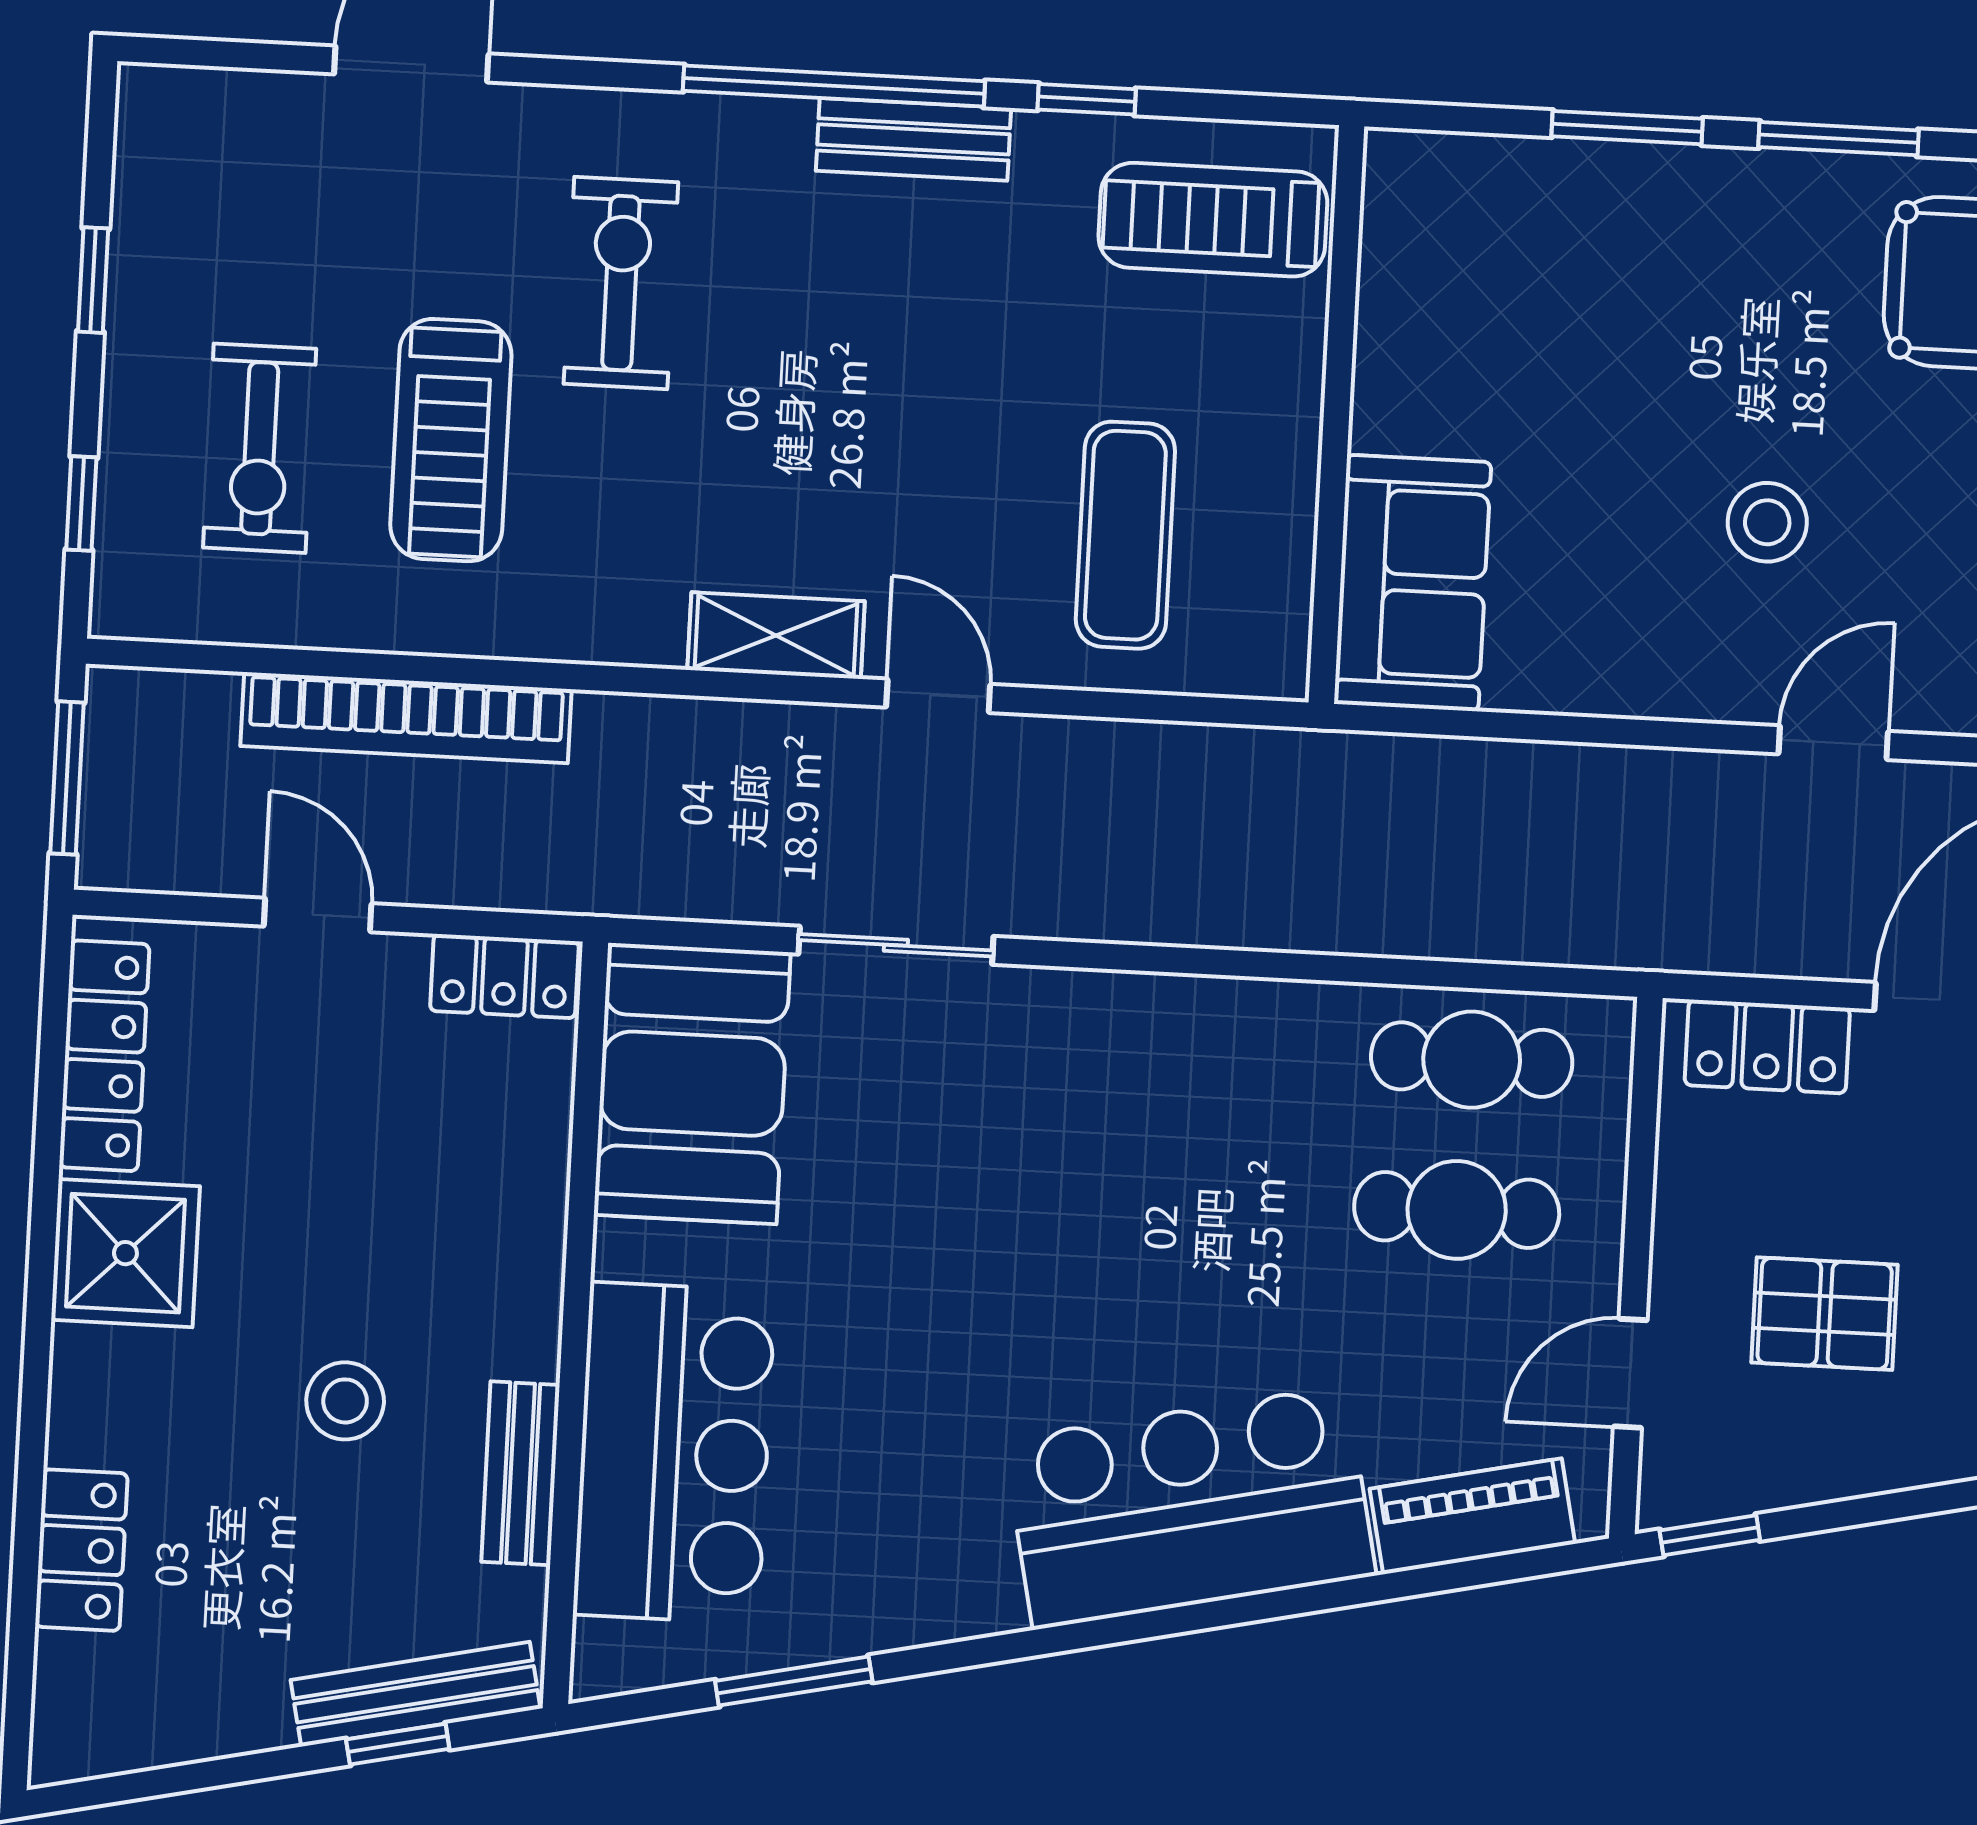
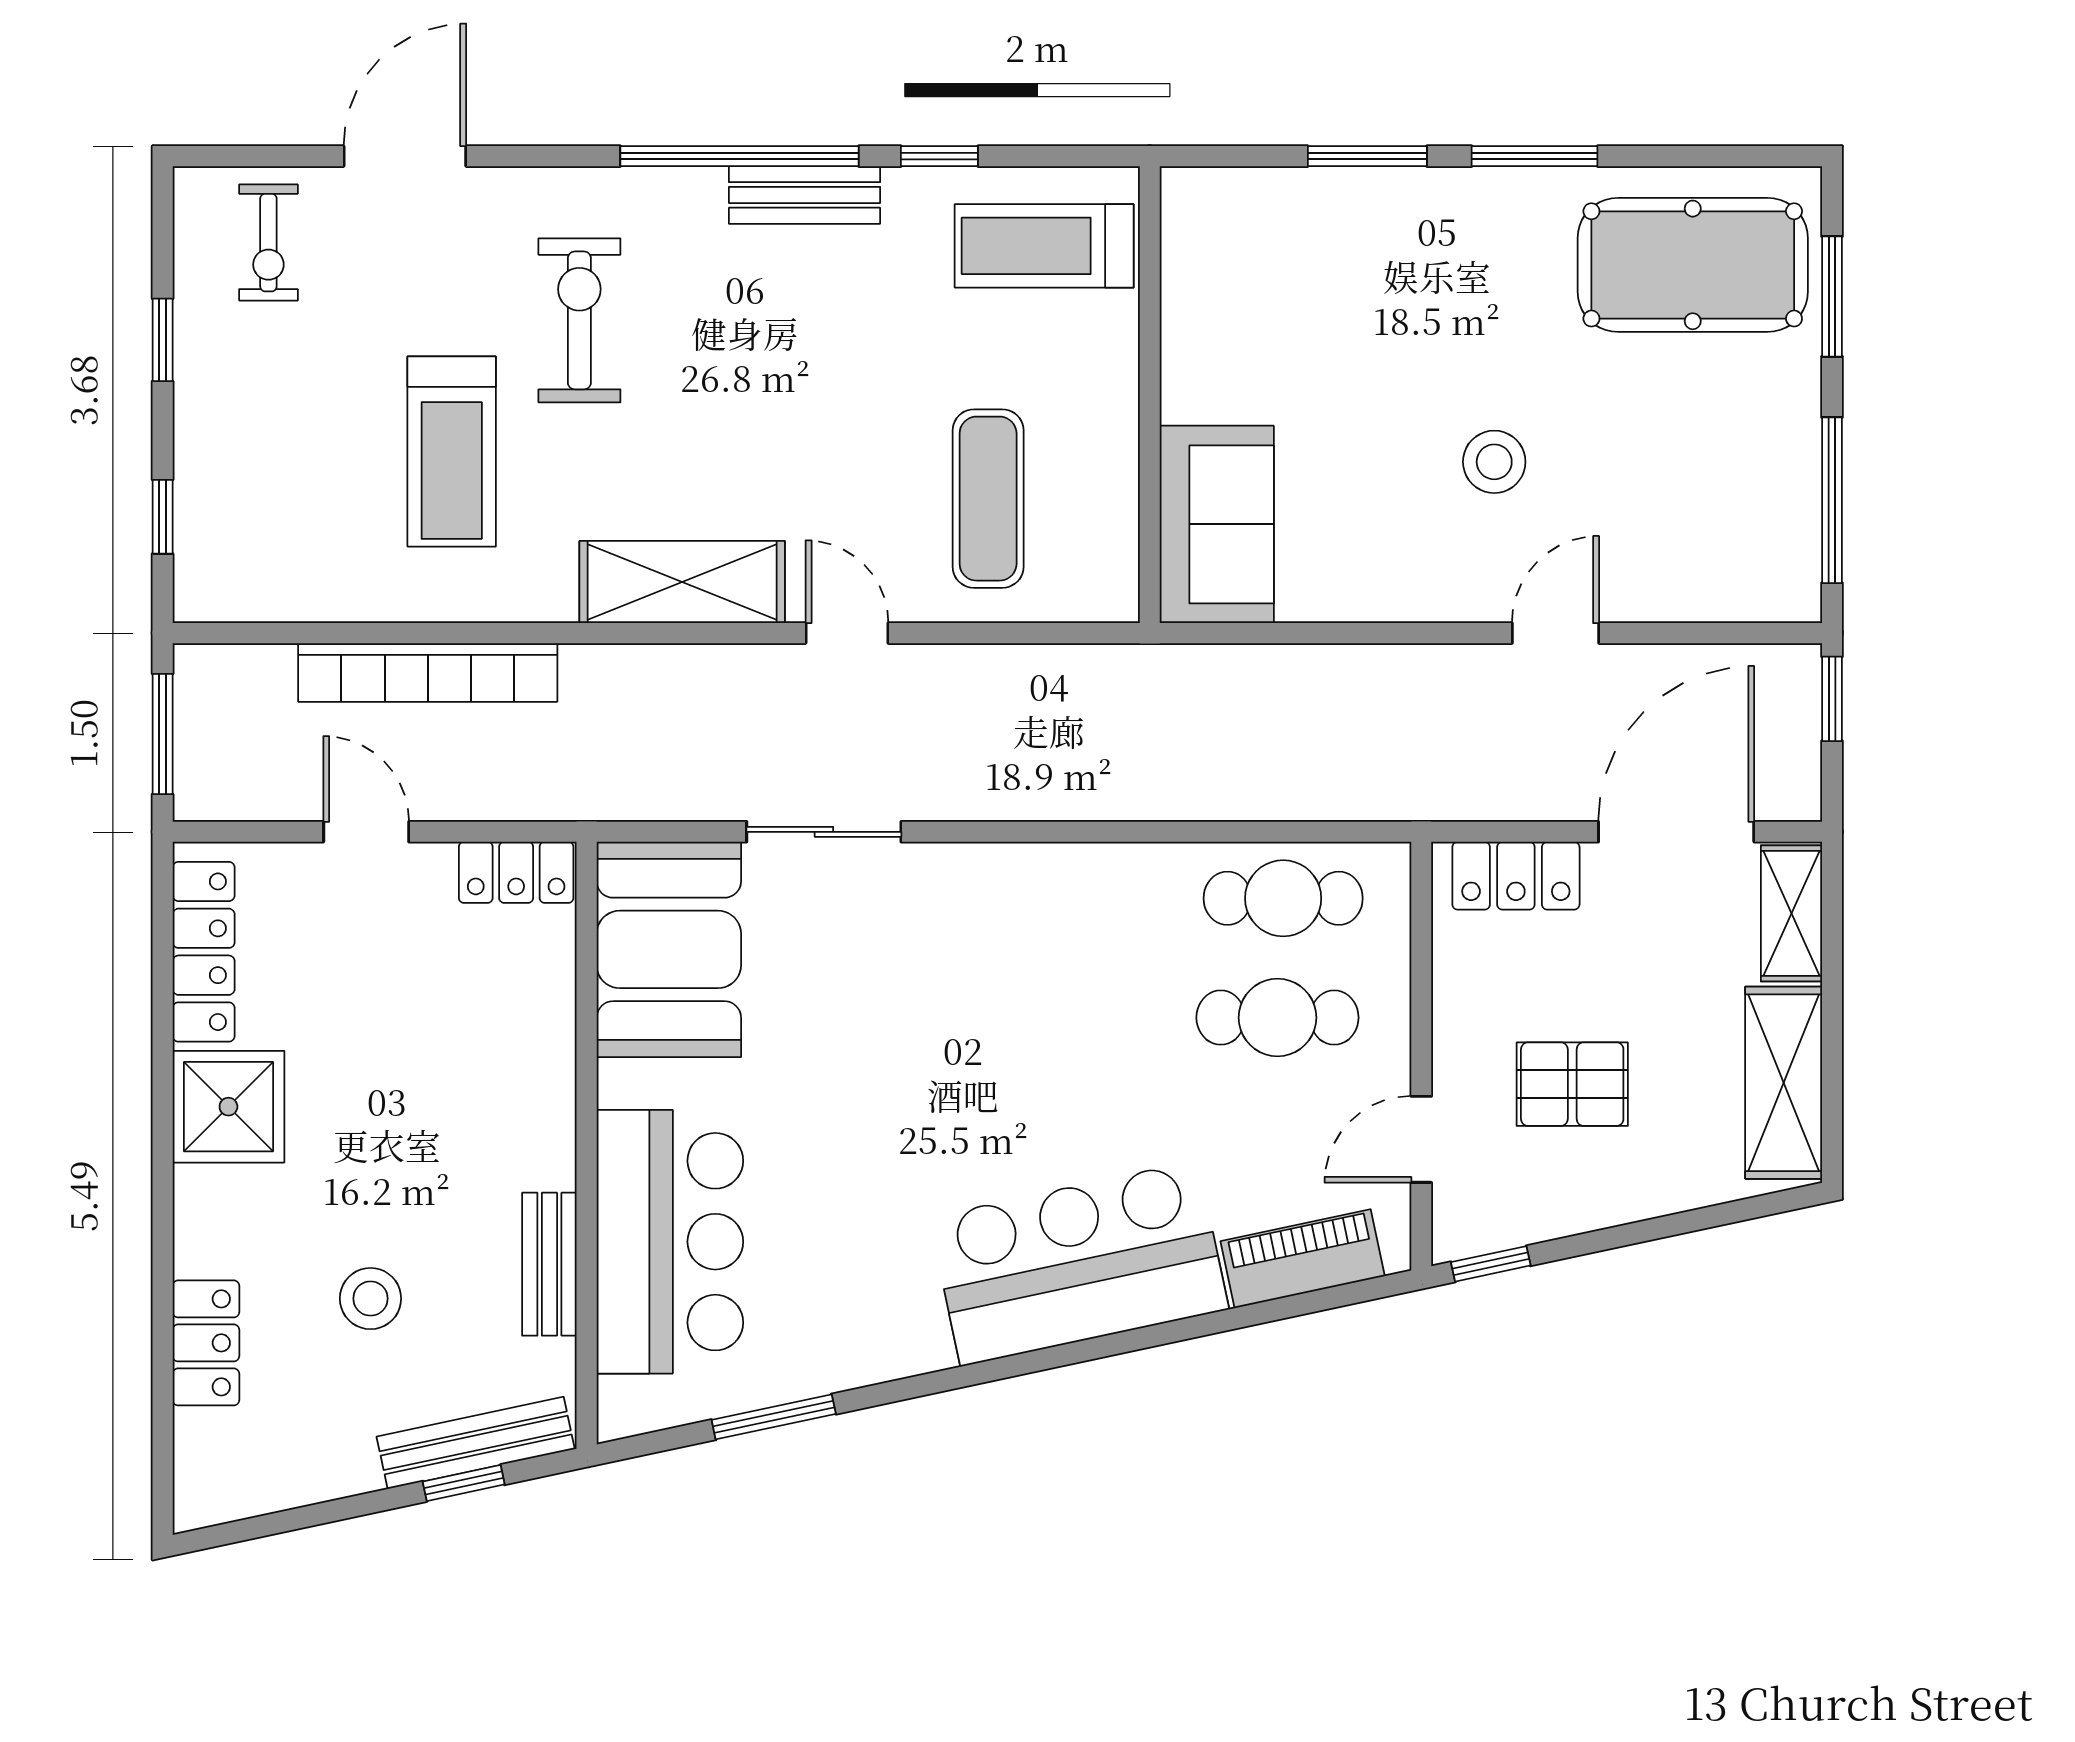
exercise bike: (260, 448) -> (268, 243), moved, width x0.73, depth x0.72
shelving: (776, 636) -> (682, 582), width x1.50, depth x1.33
stool: (345, 1401) -> (370, 1299), moved

